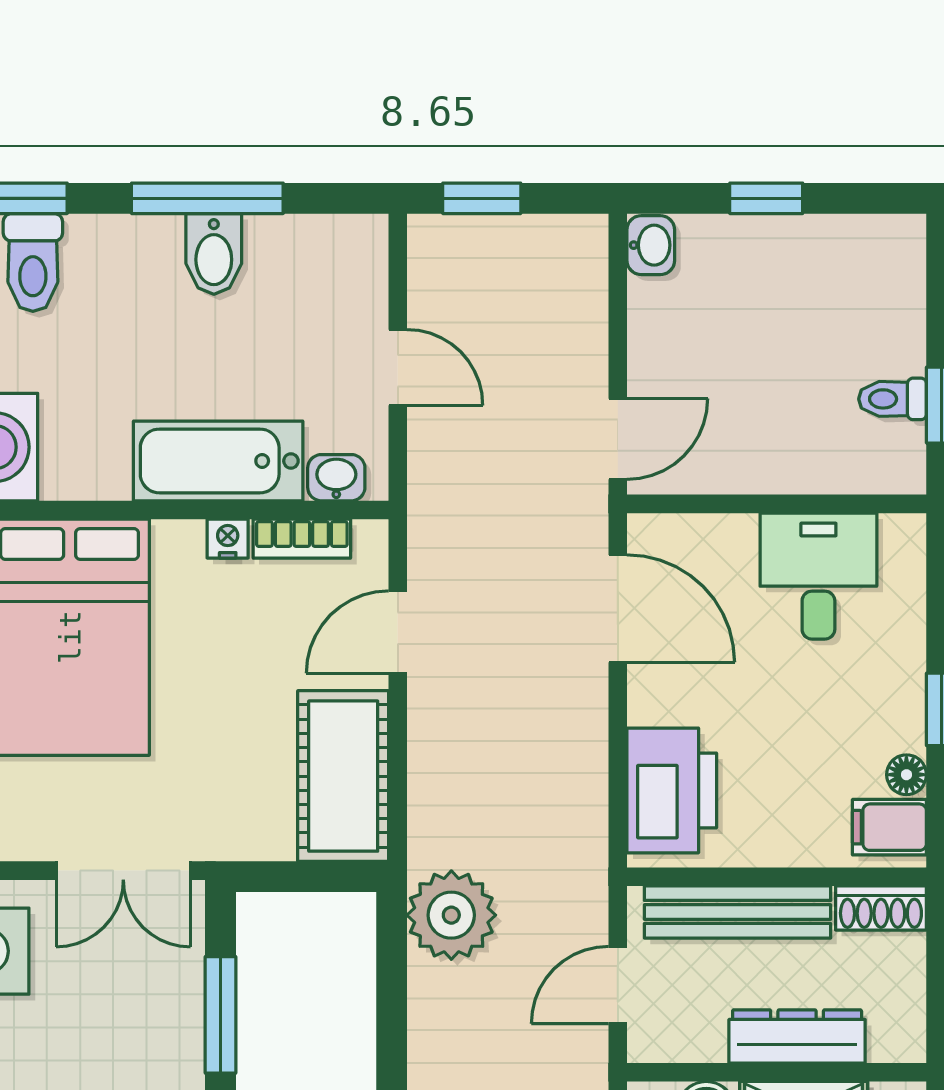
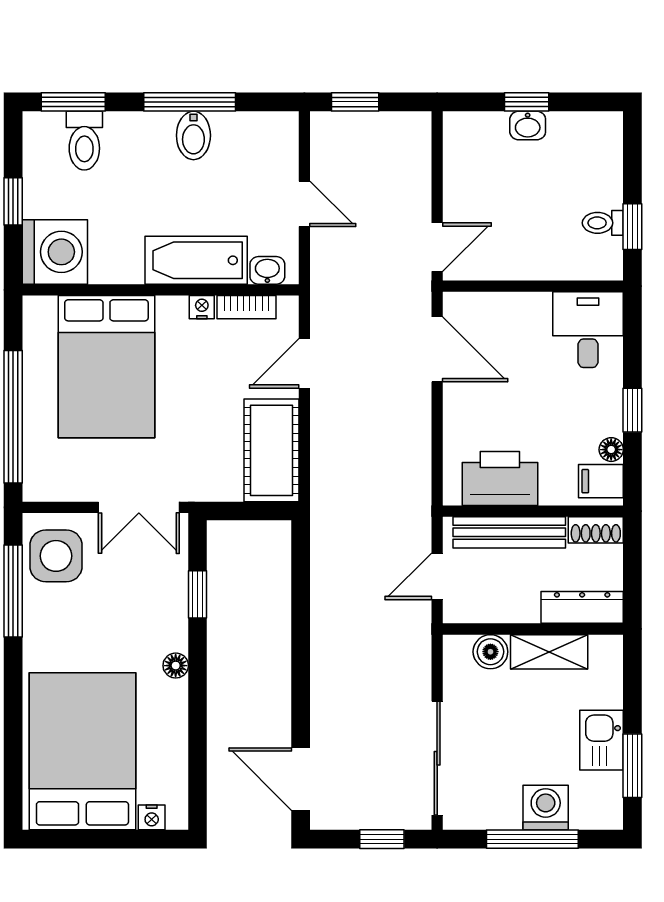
washbasin: (651, 245) -> (528, 126), moved, turned 90
desk: (818, 576) -> (588, 330), moved
printer: (672, 790) -> (500, 478), moved, turned -90
plant: (451, 915) -> (337, 534), removed
window: (221, 1015) -> (198, 594), width x0.67
dresser: (797, 1036) -> (582, 607), moved

